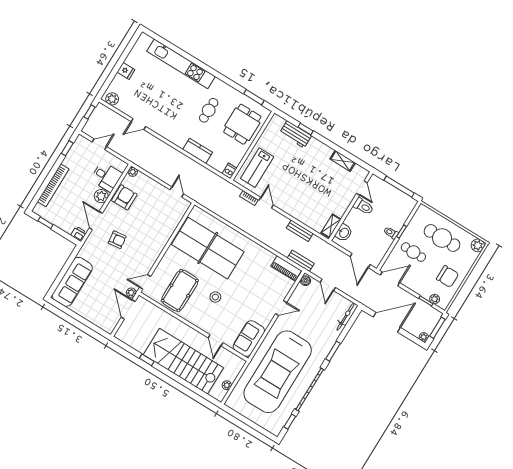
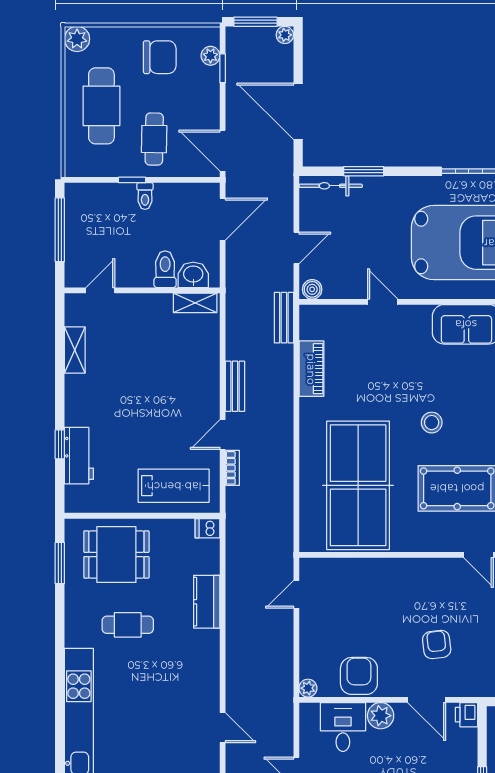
armchair: (124, 197) -> (359, 676), turned 90
toilet: (363, 206) -> (165, 269), moved
door: (96, 221) -> (427, 700), hinge flipped
bench: (300, 231) -> (235, 386), moved
piano: (286, 268) -> (311, 369), moved
chair: (448, 276) -> (160, 57), turned 90
window: (333, 351) -> (364, 171), moved

